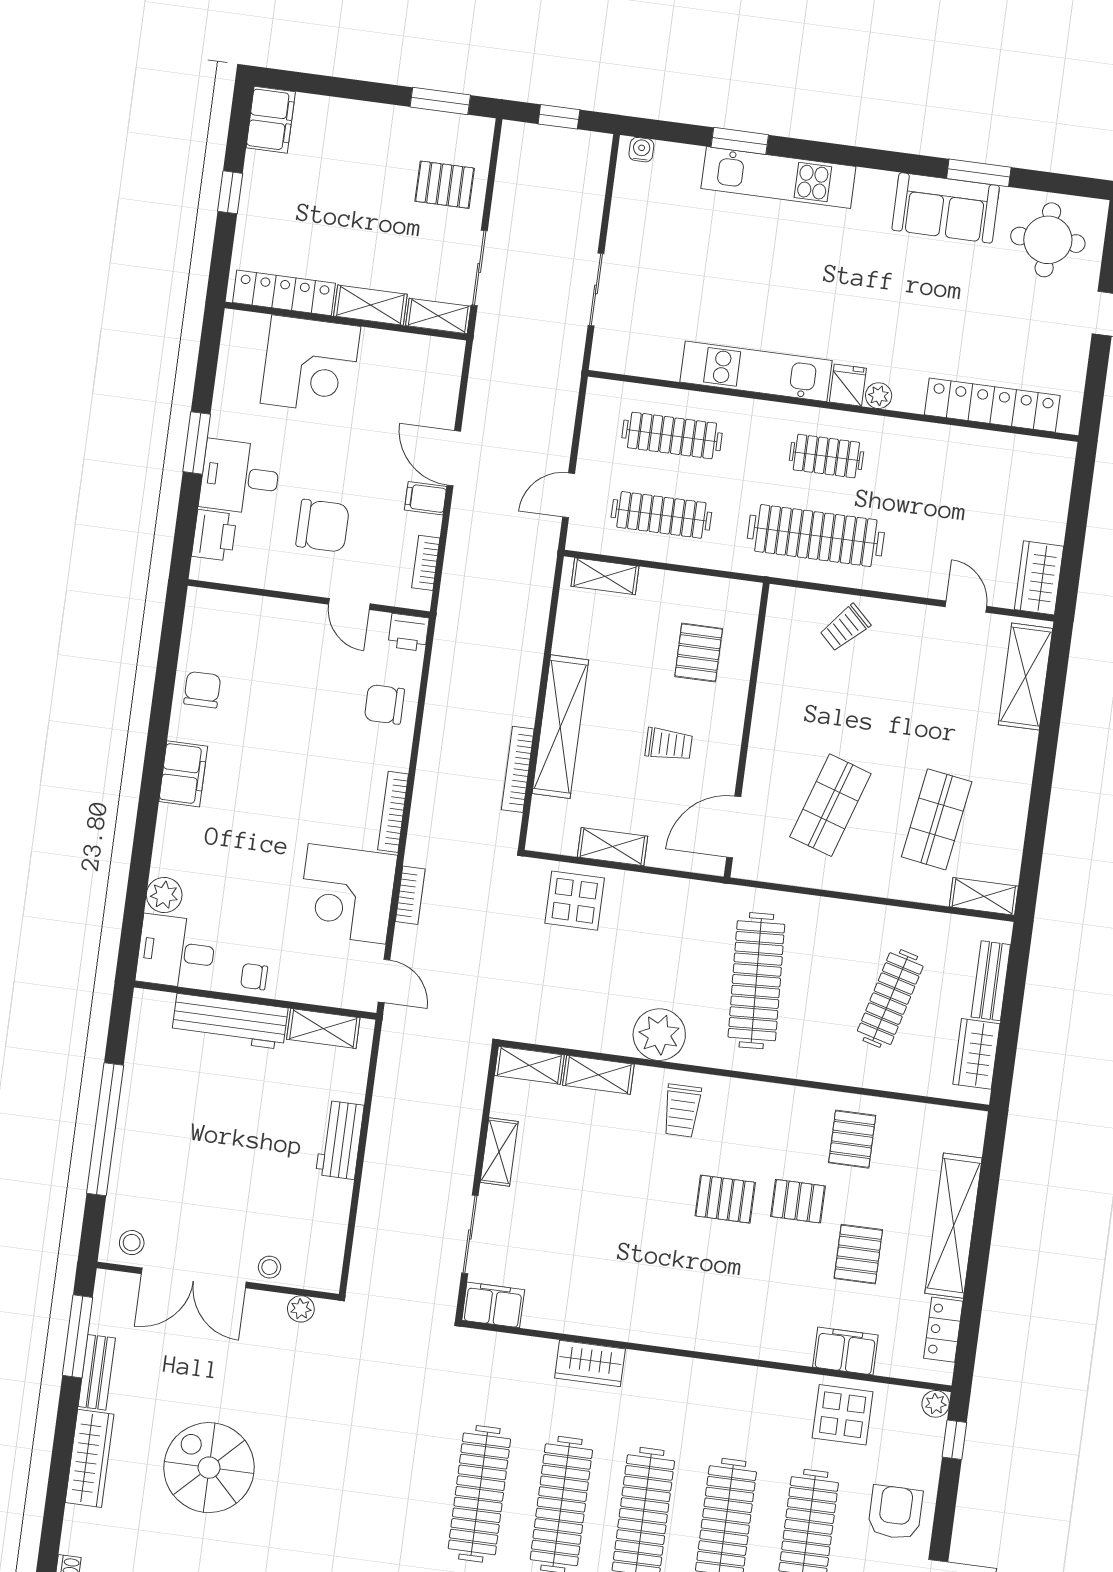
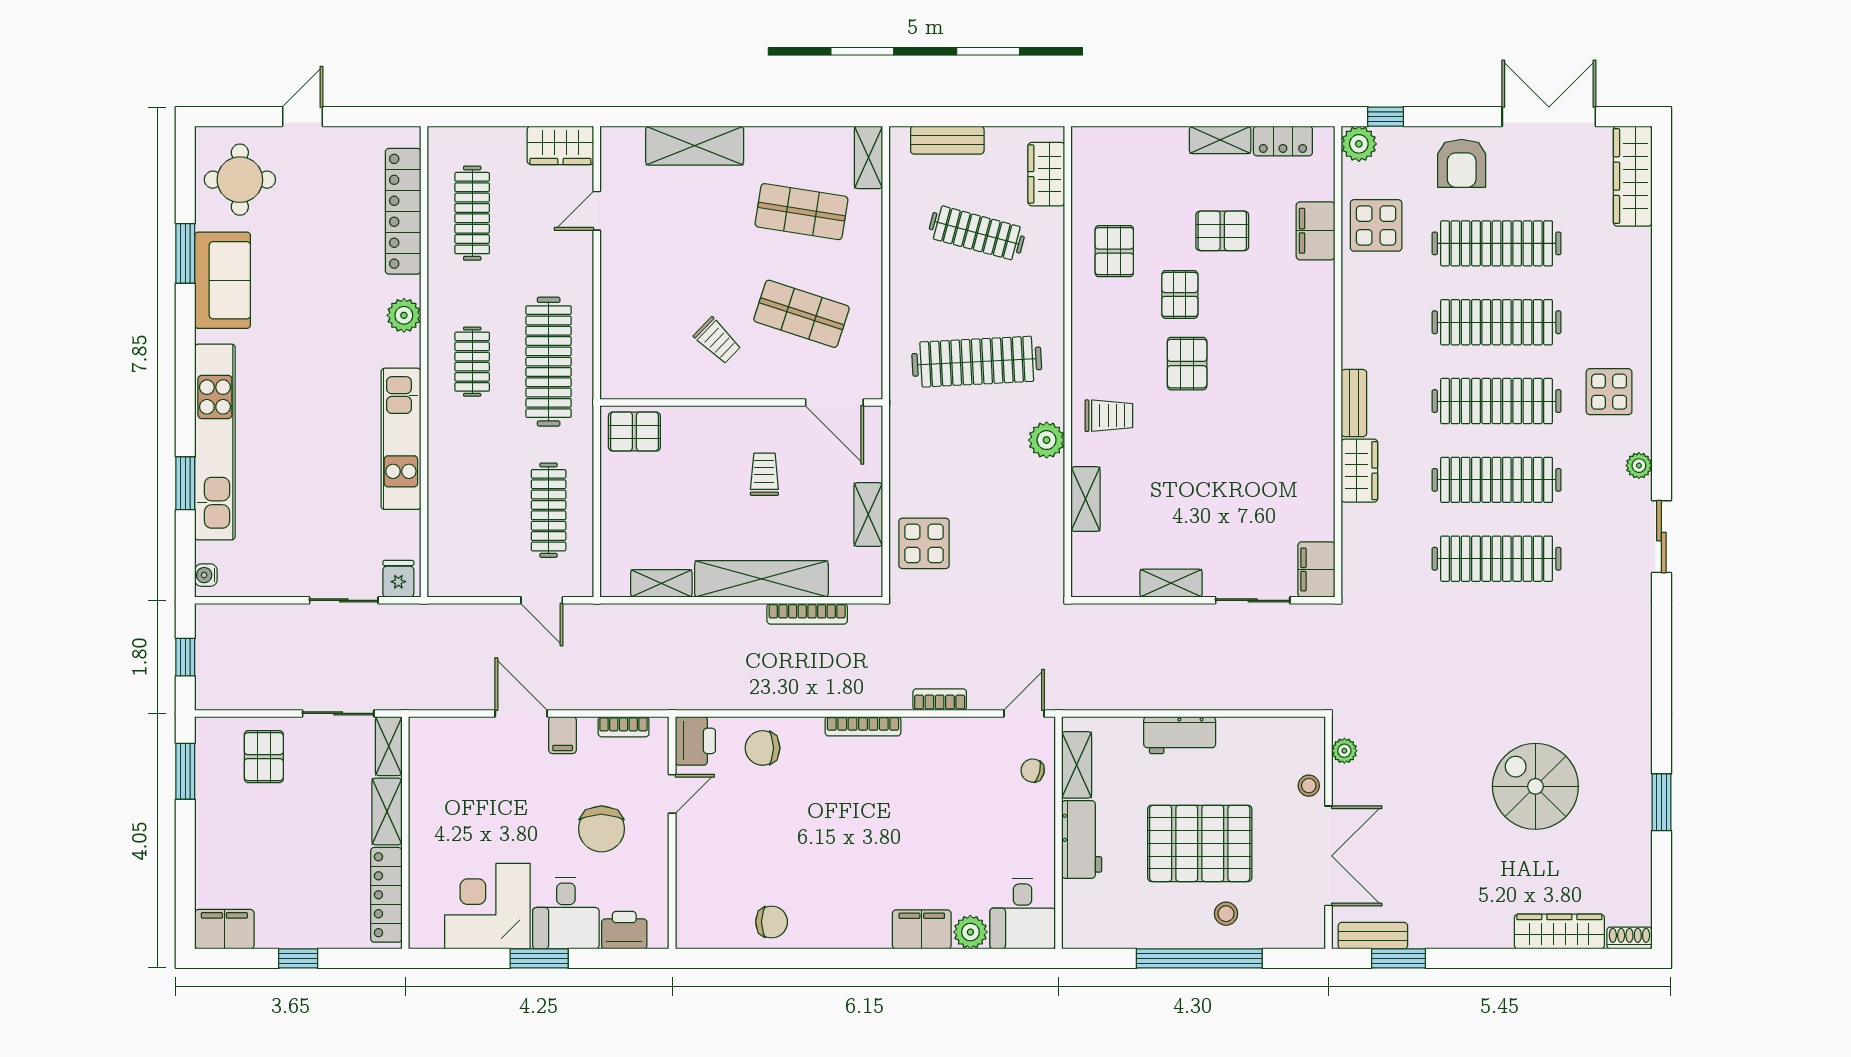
kitchen unit: (778, 178) -> (215, 442), width x1.36
corner desk: (311, 365) -> (487, 906), moved, turned -90
fridge: (848, 385) -> (398, 579), moved, turned 90
plant: (879, 396) -> (404, 315), width x1.38, depth x1.38
clothes rail: (672, 435) -> (472, 213), moved
door: (454, 458) -> (521, 713), swing flipped
chair: (323, 526) -> (601, 829), turned 180
shelving: (605, 576) -> (661, 583), moved, turned 90
trolley: (845, 628) -> (717, 341), moved
printer: (408, 632) -> (695, 741), width x1.36, depth x1.24
pallet: (699, 653) -> (634, 432), moved
shelving: (1026, 677) -> (695, 146), moved
chair: (202, 690) -> (772, 922), turned 180
chair: (384, 704) -> (763, 748), turned 90
filing cabinet: (183, 774) -> (922, 929), moved
corner desk: (347, 894) -> (946, 759), removed
chair: (254, 977) -> (1033, 771), moved, turned 104
workbench: (230, 1021) -> (1082, 839), width x0.73
plant: (659, 1035) -> (1047, 440), width x0.73, depth x0.73
wardrobe: (976, 1054) -> (1046, 174), moved, turned 90
shelving: (529, 1065) -> (1085, 566), removed
pallet: (852, 1139) -> (1114, 251), turned 90
pallet: (225, 1146) -> (1200, 843), added
shelving: (953, 1226) -> (1220, 140), width x0.45, depth x0.75
stool: (132, 1243) -> (1226, 914), moved
window: (77, 1336) -> (1398, 958), width x0.69
bench: (661, 1367) -> (1354, 403), added
bench: (97, 1372) -> (1373, 936), moved
plant: (936, 1404) -> (1359, 144), width x1.38, depth x1.38
wardrobe: (90, 1458) -> (1559, 932), moved
spiral stairs: (209, 1468) -> (1535, 786), moved, turned 90
armchair: (895, 1512) -> (1462, 163), turned -90

